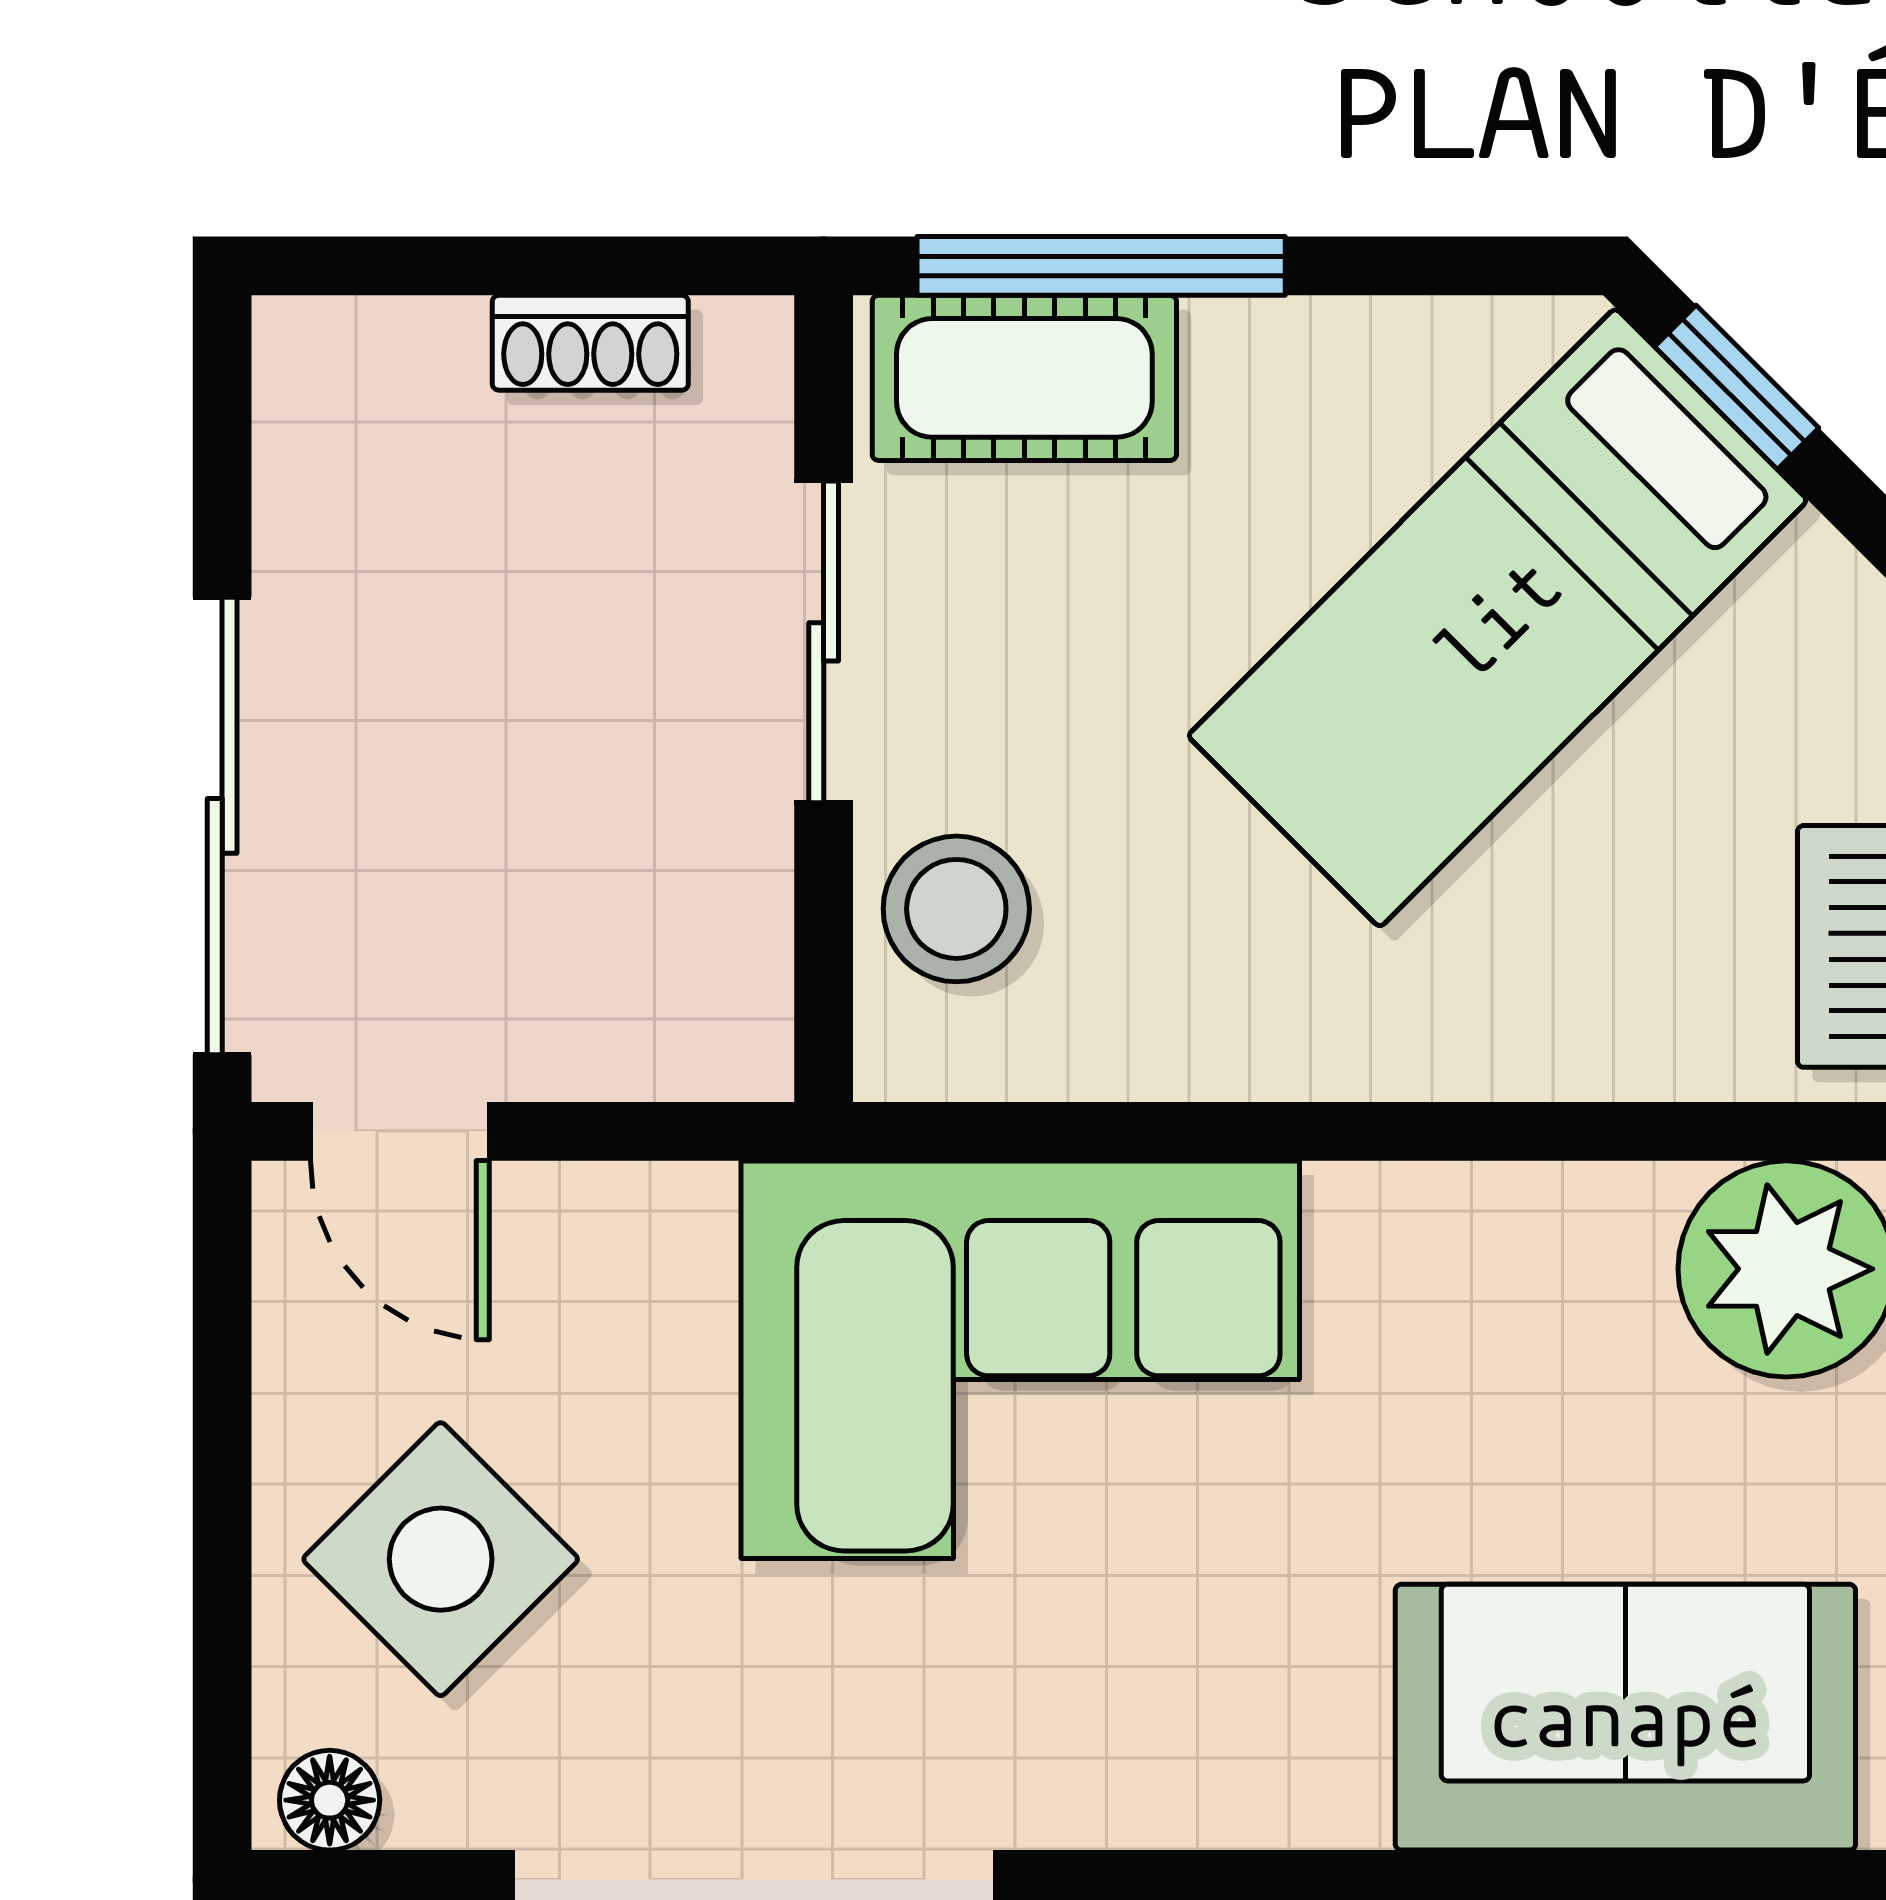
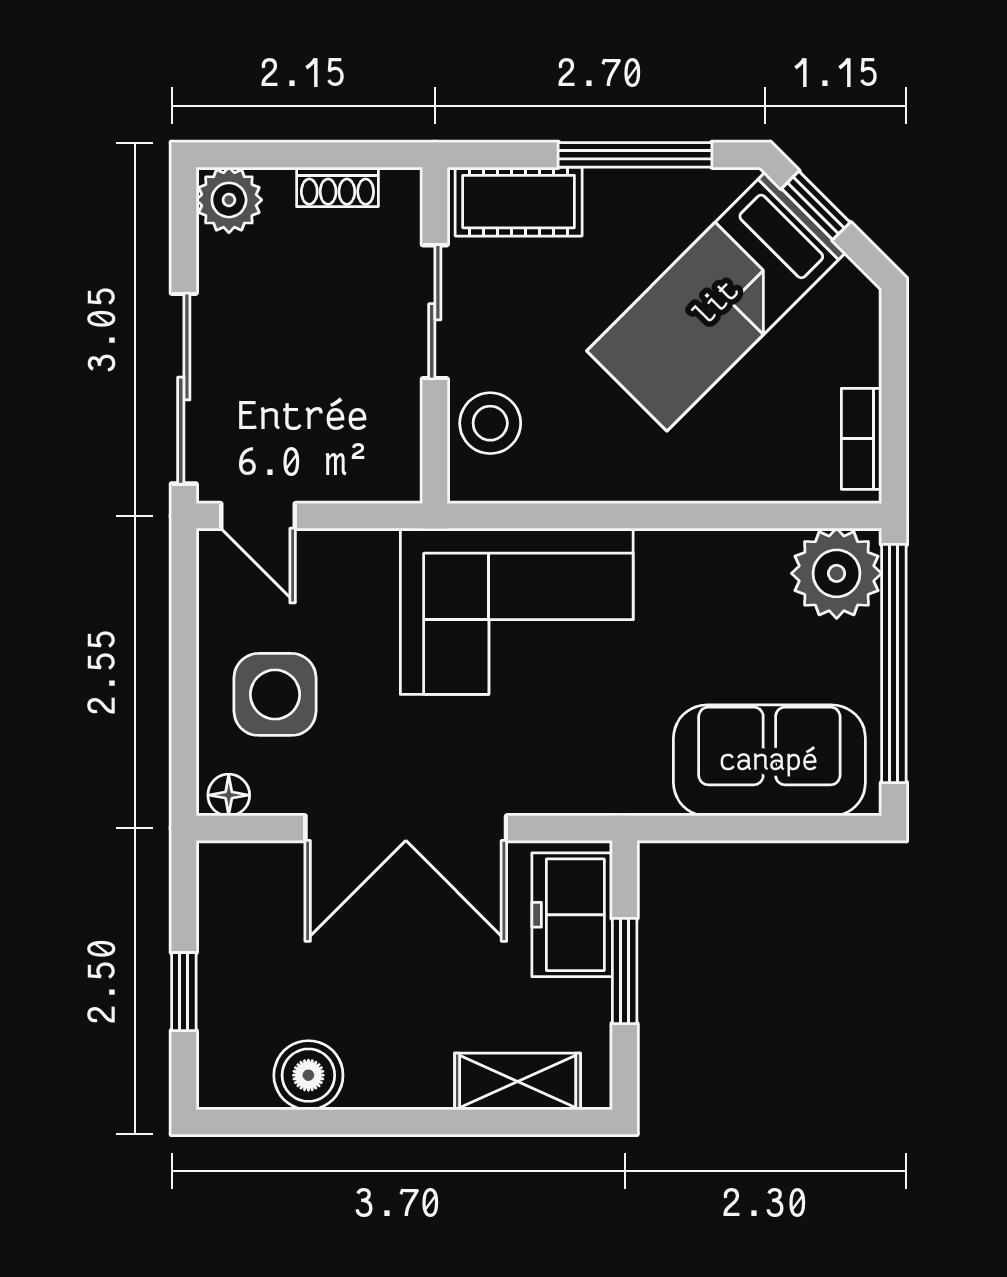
window: (1101, 266) -> (635, 155), moved
plant: (330, 374) -> (229, 200), added
side table: (441, 1559) -> (275, 694), turned 45

